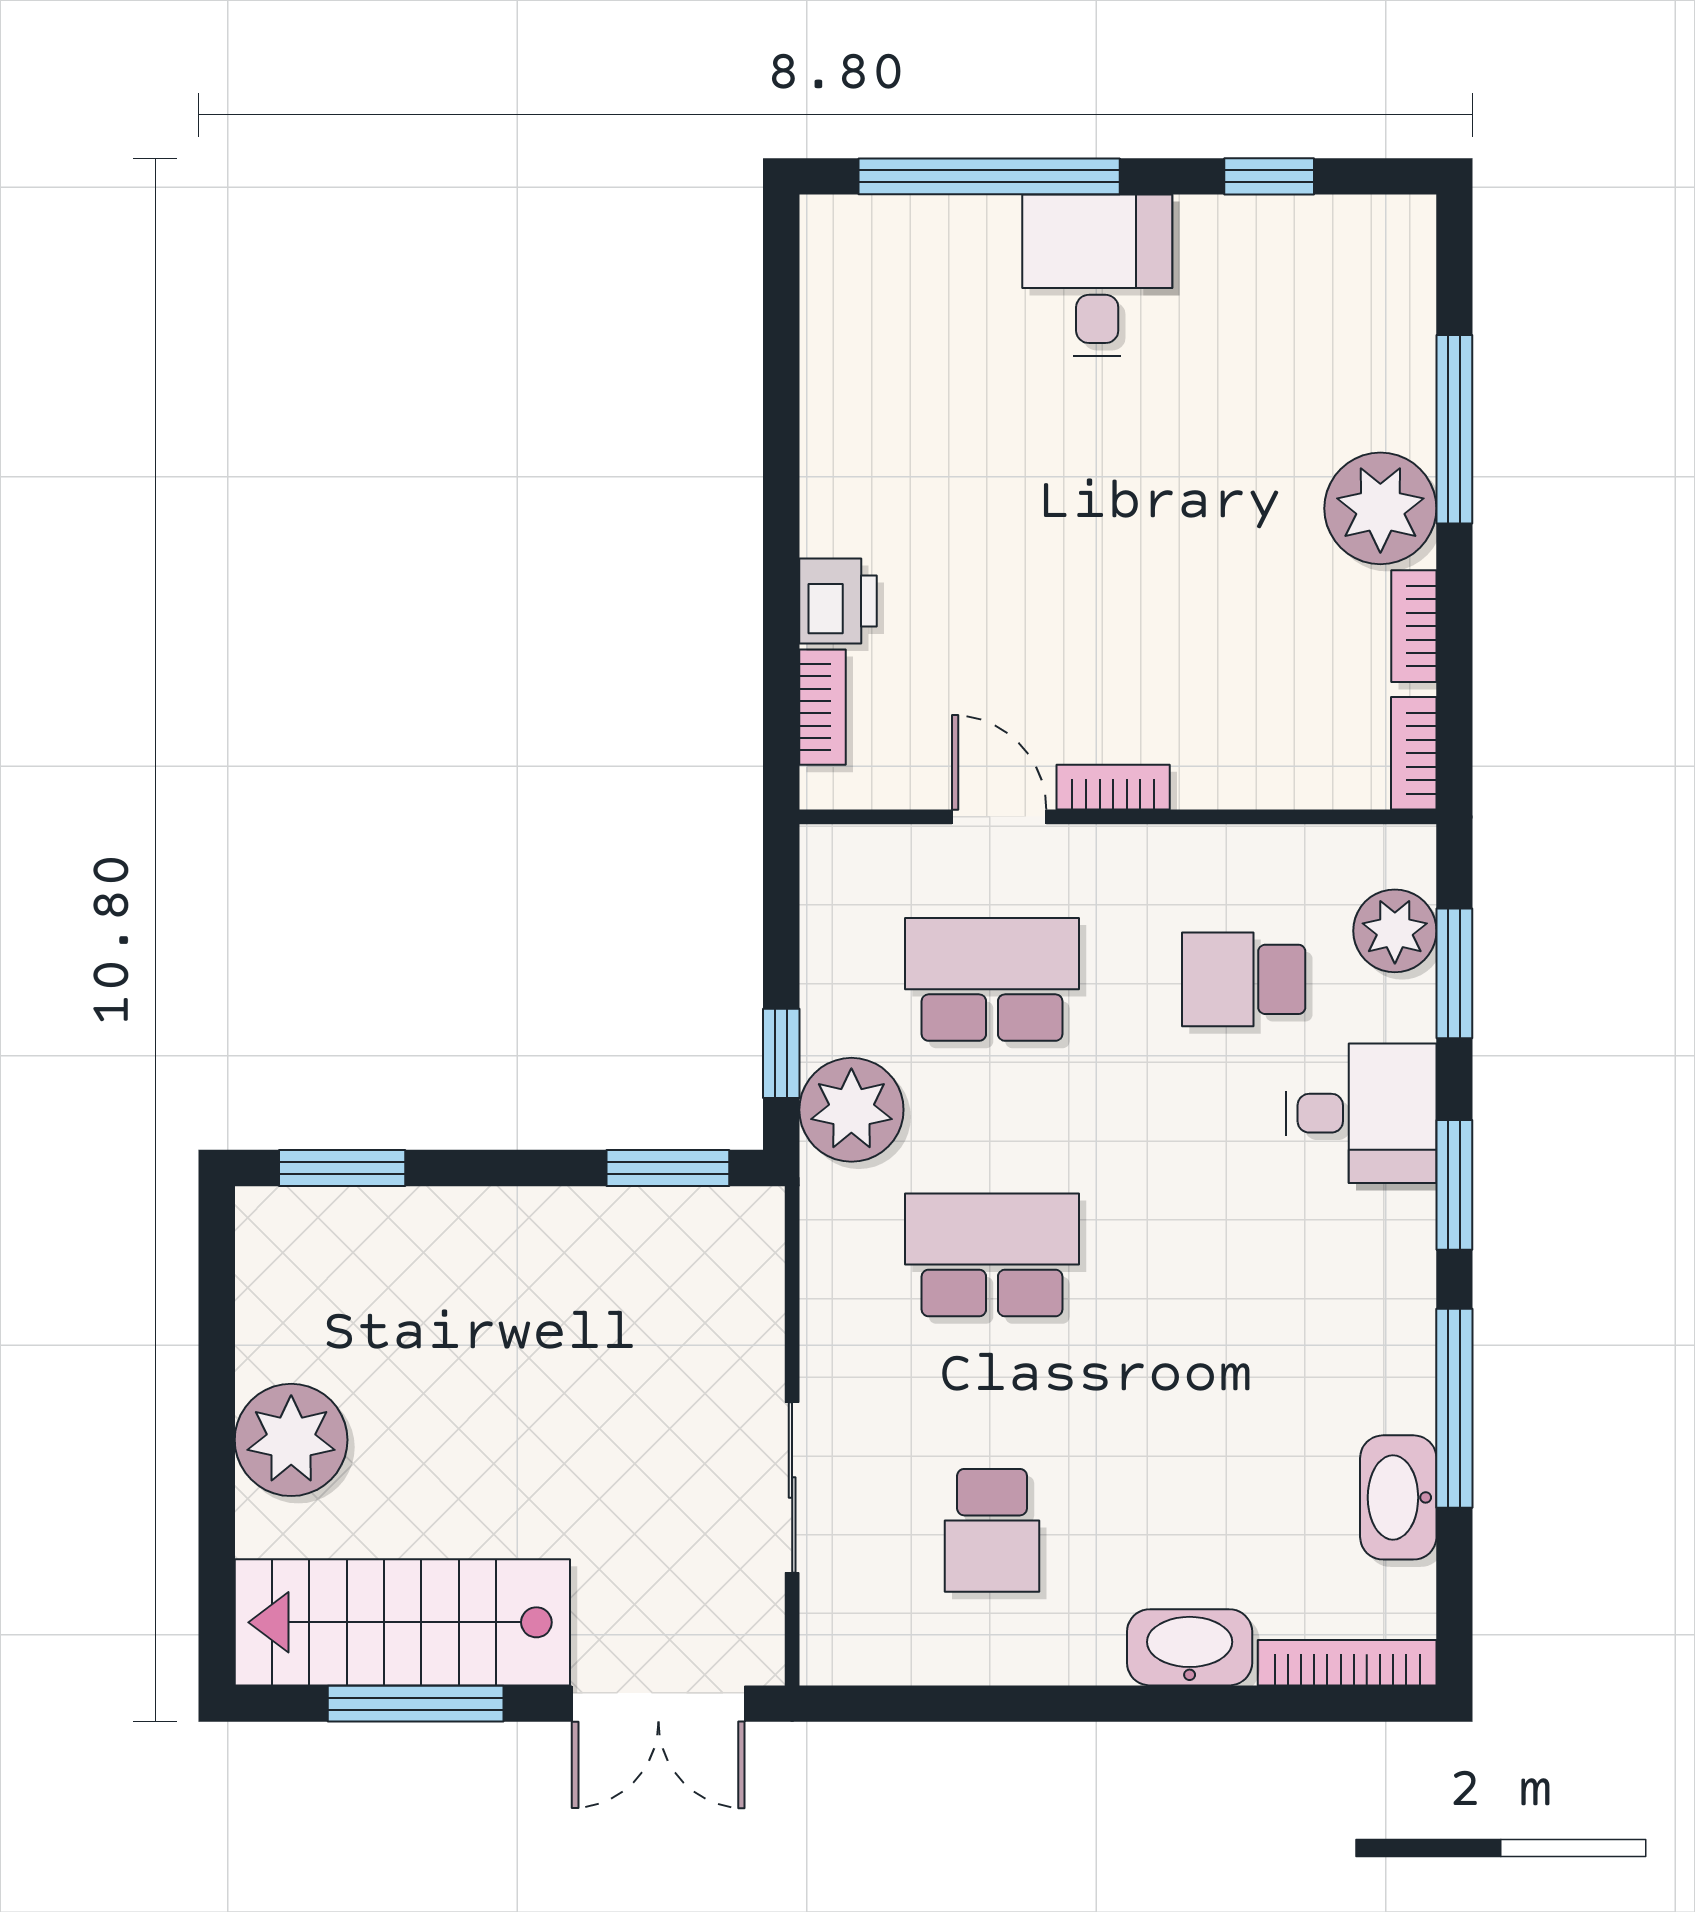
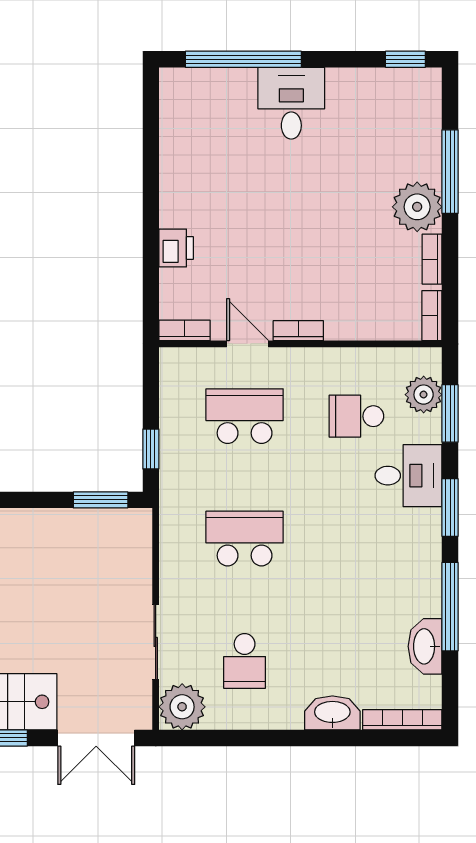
window: (1269, 176) -> (405, 59), moved
bookcase: (822, 707) -> (185, 330), moved, turned -90
plant: (851, 1110) -> (182, 707), moved

